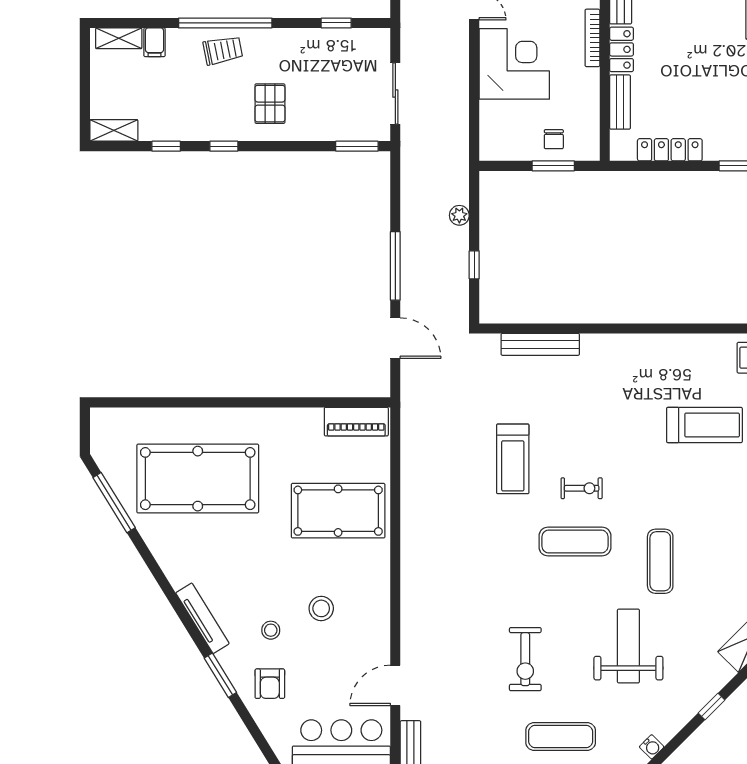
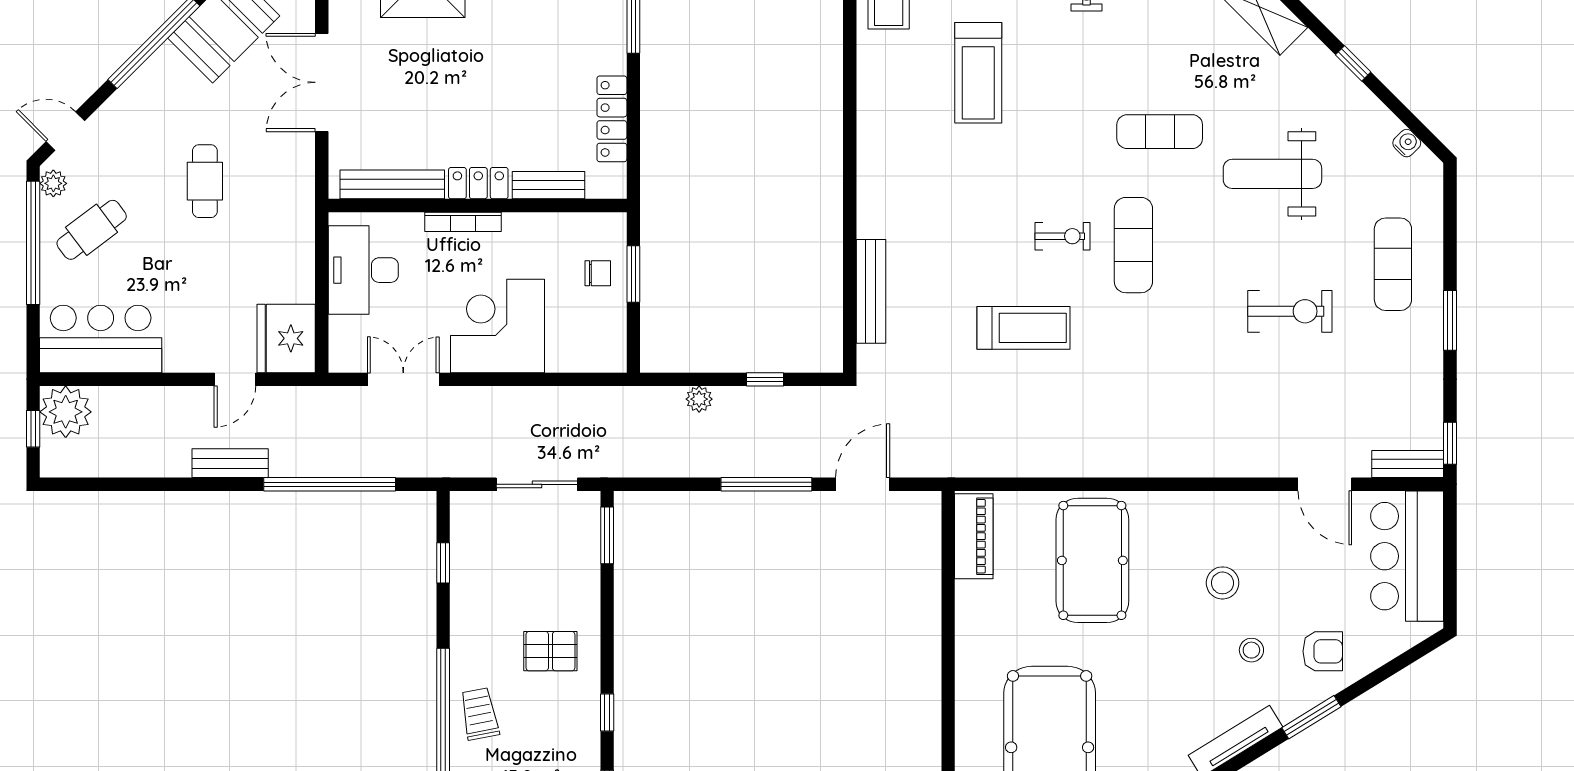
treadmill: (704, 425) -> (978, 73), turned 180
exercise bike: (582, 488) -> (1062, 236), turned 90

